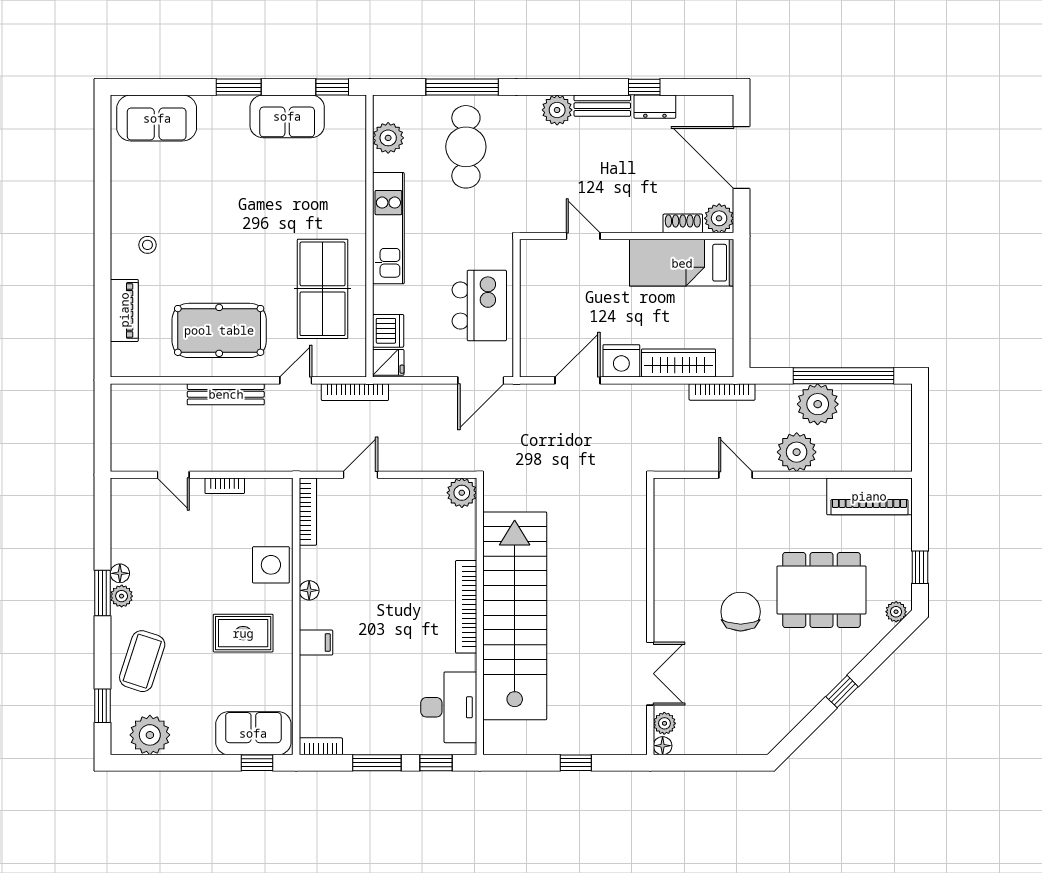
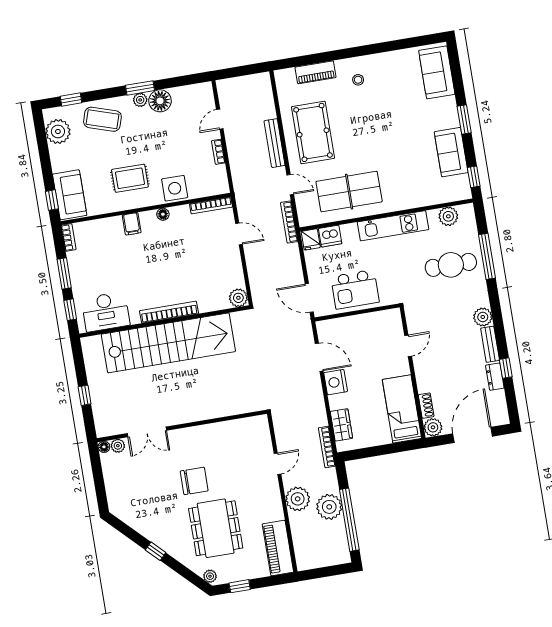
wardrobe: (679, 363) -> (341, 425), width x0.67
floor lamp: (120, 573) -> (160, 101), width x1.89, depth x1.89
rug: (243, 633) -> (130, 178), turned 90

